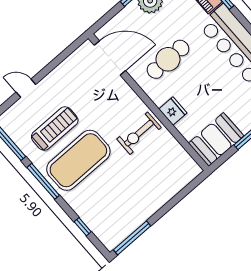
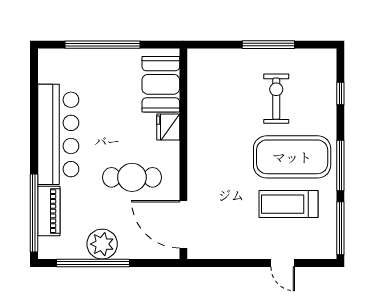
exercise bike: (139, 133) -> (276, 99), moved, turned -90
booth: (216, 139) -> (161, 84), moved, turned 90
window: (132, 238) -> (268, 45), moved

